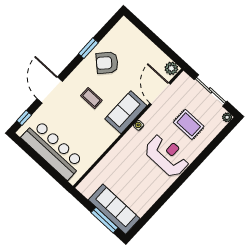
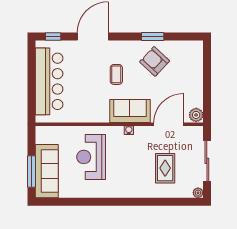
reception desk: (167, 155) -> (91, 157), moved, turned 180

